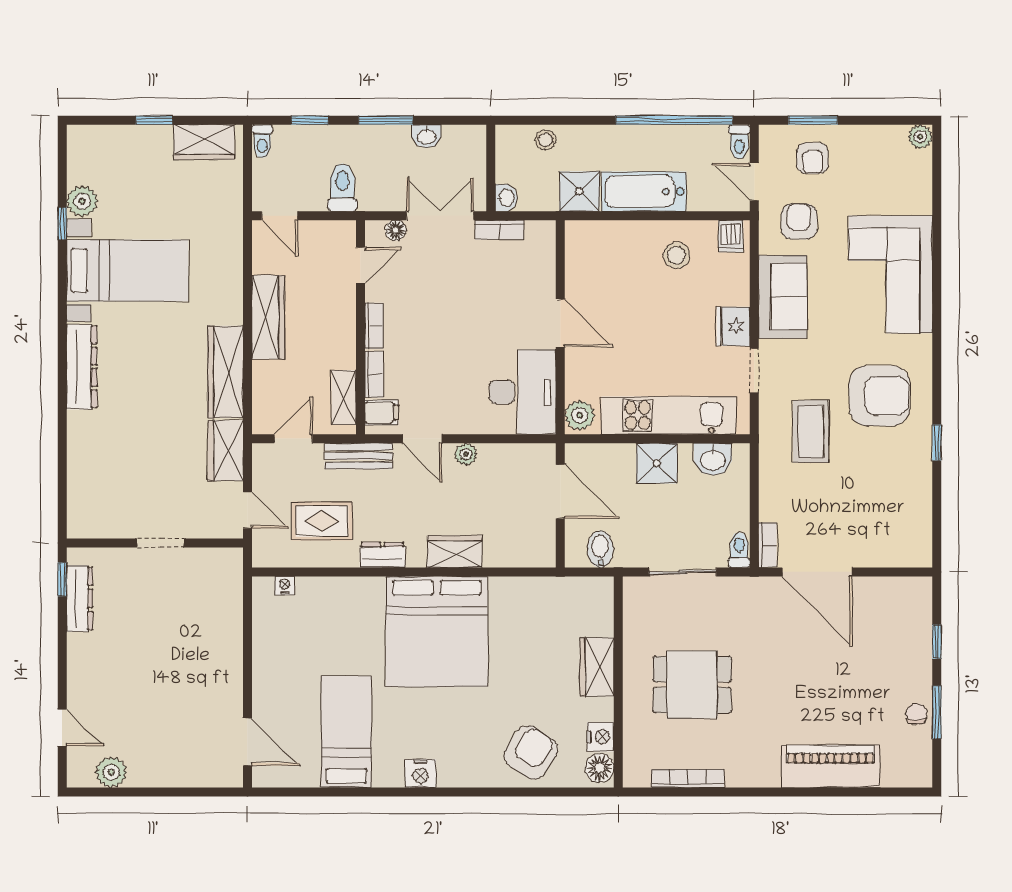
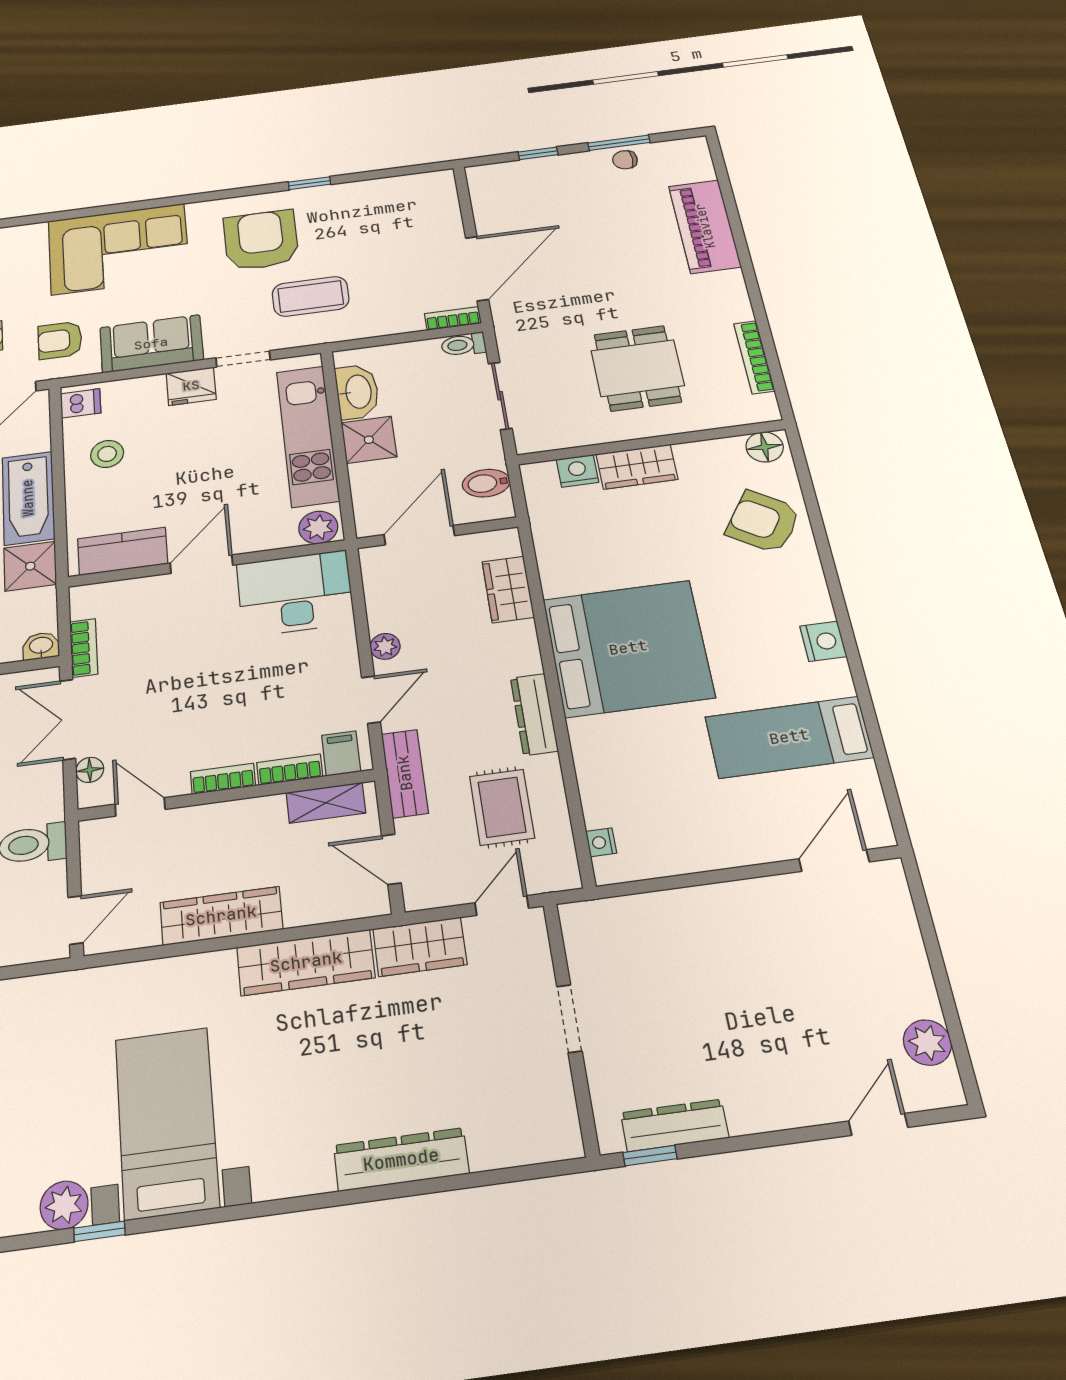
kitchen counter: (582, 263) -> (123, 551), added
dresser: (82, 367) -> (401, 1160), moved
washbasin: (713, 459) -> (357, 392), width x1.38
wardrobe: (455, 552) -> (508, 589), moved
dresser: (382, 555) -> (534, 714), width x1.44
nightstand: (600, 737) -> (577, 471), moved

